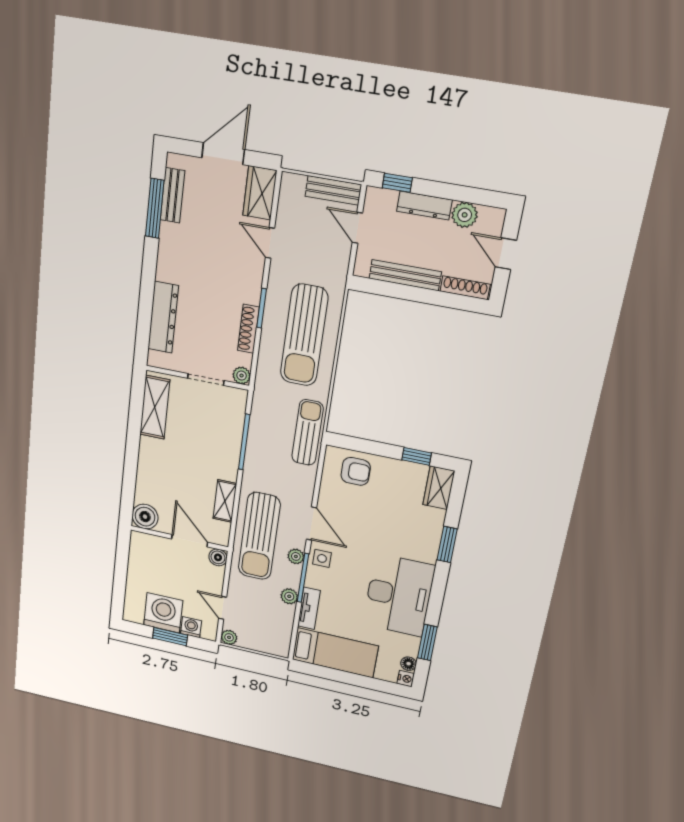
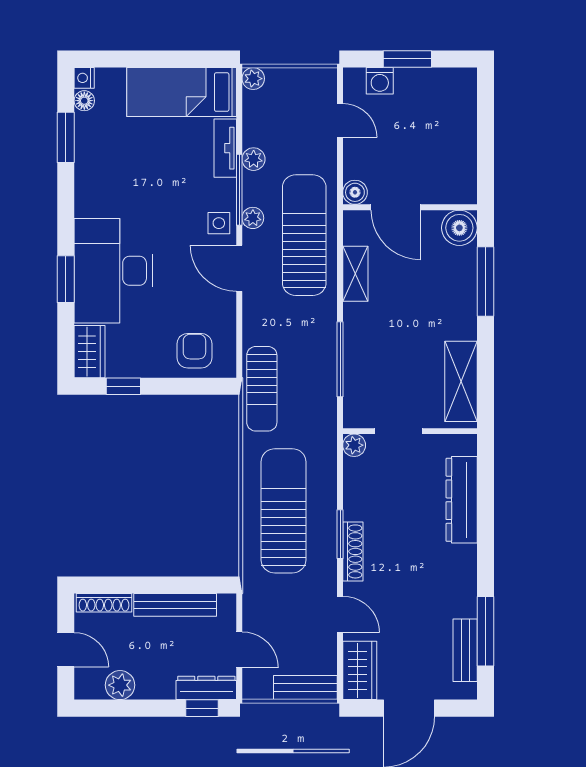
bench: (333, 190) -> (305, 688), moved
dresser: (424, 206) -> (206, 688), moved
shoe rack: (248, 329) -> (353, 551), moved
armchair: (356, 471) -> (194, 351), turned 90
window: (130, 475) -> (485, 282), added
desk: (399, 595) -> (113, 271), moved
washing machine: (163, 613) -> (421, 93), removed
plant: (229, 637) -> (253, 79), moved

